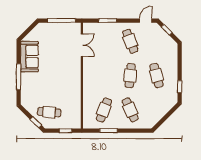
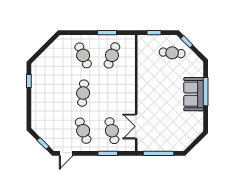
sofa: (29, 57) -> (194, 94), moved
cafe table: (156, 76) -> (112, 131), moved

